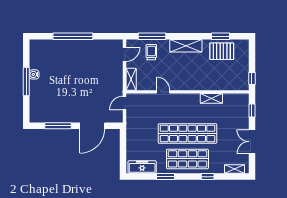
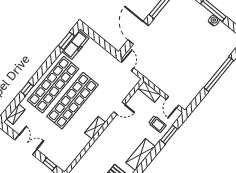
window: (152, 36) -> (169, 135), width x0.69
shelving: (211, 98) -> (95, 128), moved
door: (125, 103) -> (127, 65), moved
shop shelf: (187, 159) -> (53, 85), width x1.40
window: (166, 177) -> (66, 41), moved

